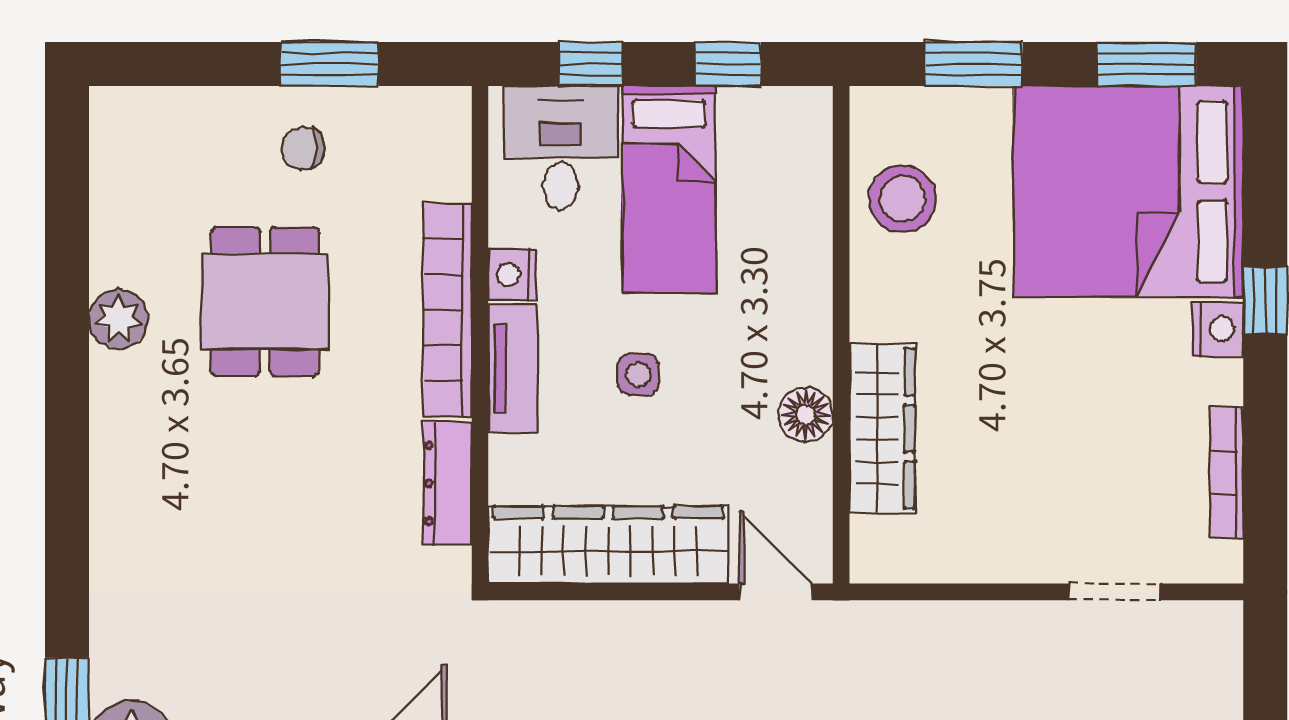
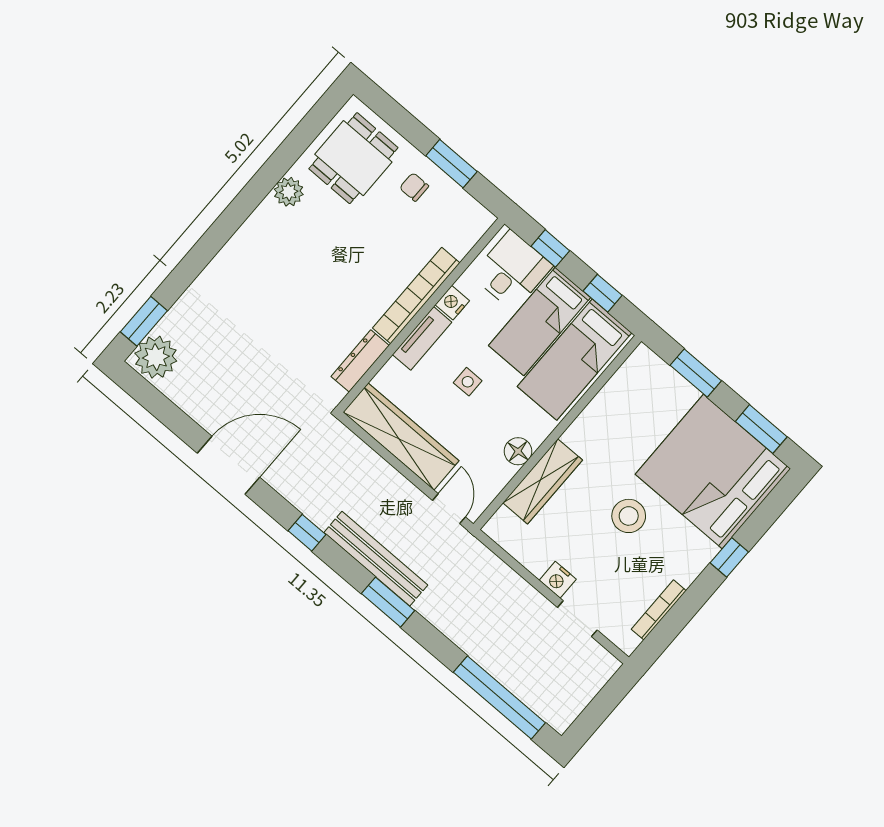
stool: (903, 199) -> (629, 516), moved
bed: (772, 202) -> (575, 360), added
dining table: (265, 302) -> (353, 158), moved
nightstand: (1218, 329) -> (558, 580), moved, turned 90

